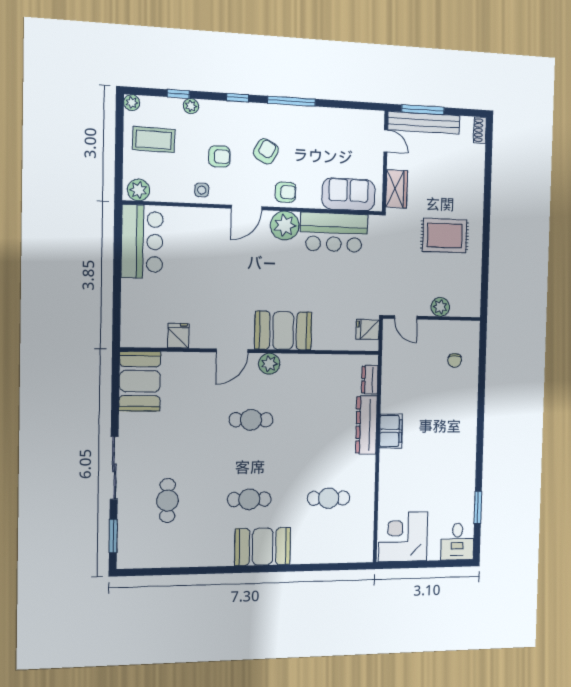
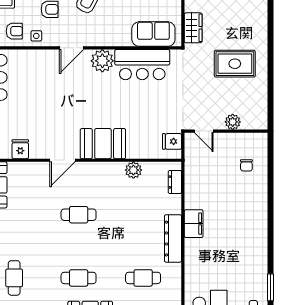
armchair: (286, 192) -> (14, 31), moved
plant: (269, 364) -> (133, 170), moved
dresser: (366, 425) -> (173, 238), moved

